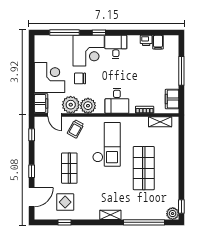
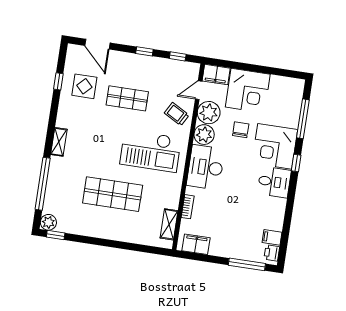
printer: (146, 40) -> (272, 253), moved
window: (181, 71) -> (247, 264), moved
desk: (117, 101) -> (206, 167), width x1.37
window: (32, 171) -> (144, 51), moved

